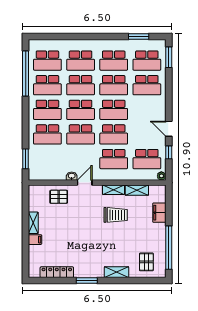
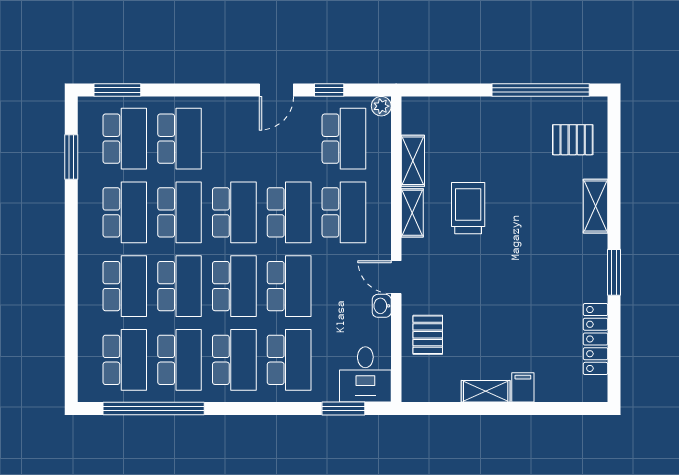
desk: (41, 169) -> (365, 374), added
filing cabinet: (159, 213) -> (463, 111), removed

